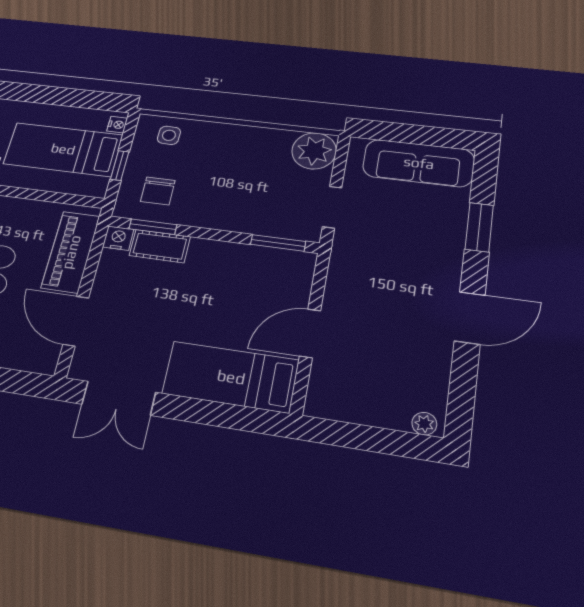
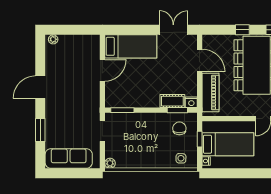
plant: (314, 151) -> (110, 163), width x0.53, depth x0.53

